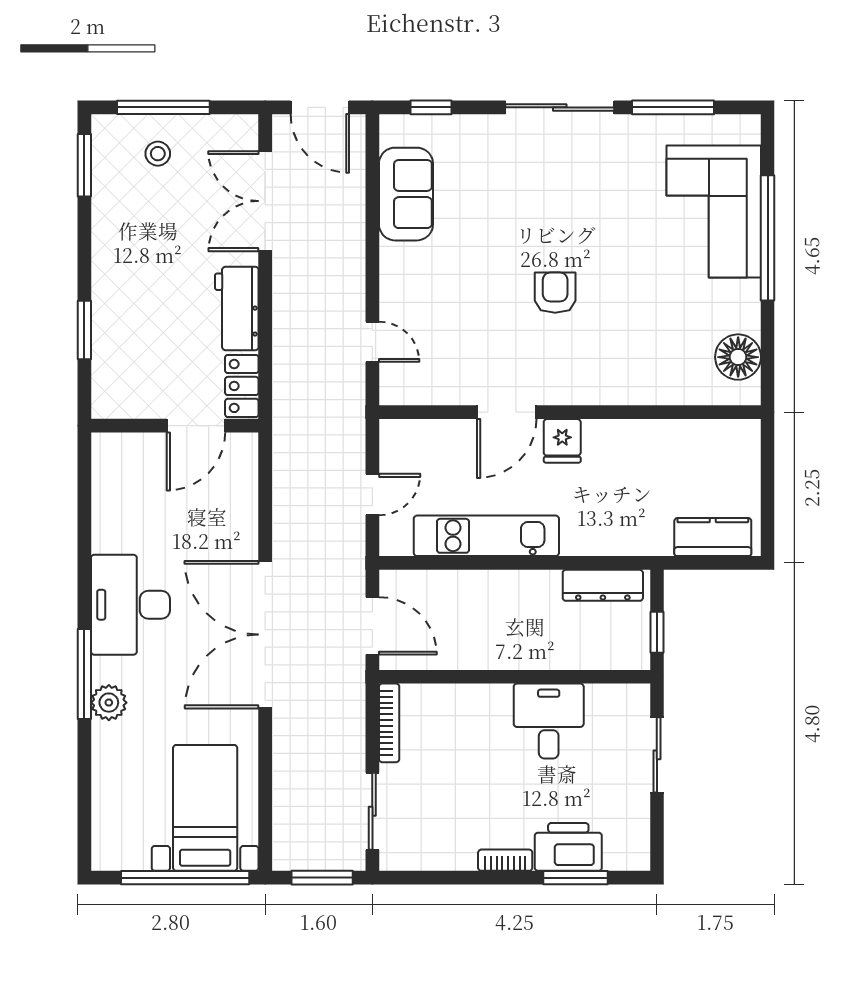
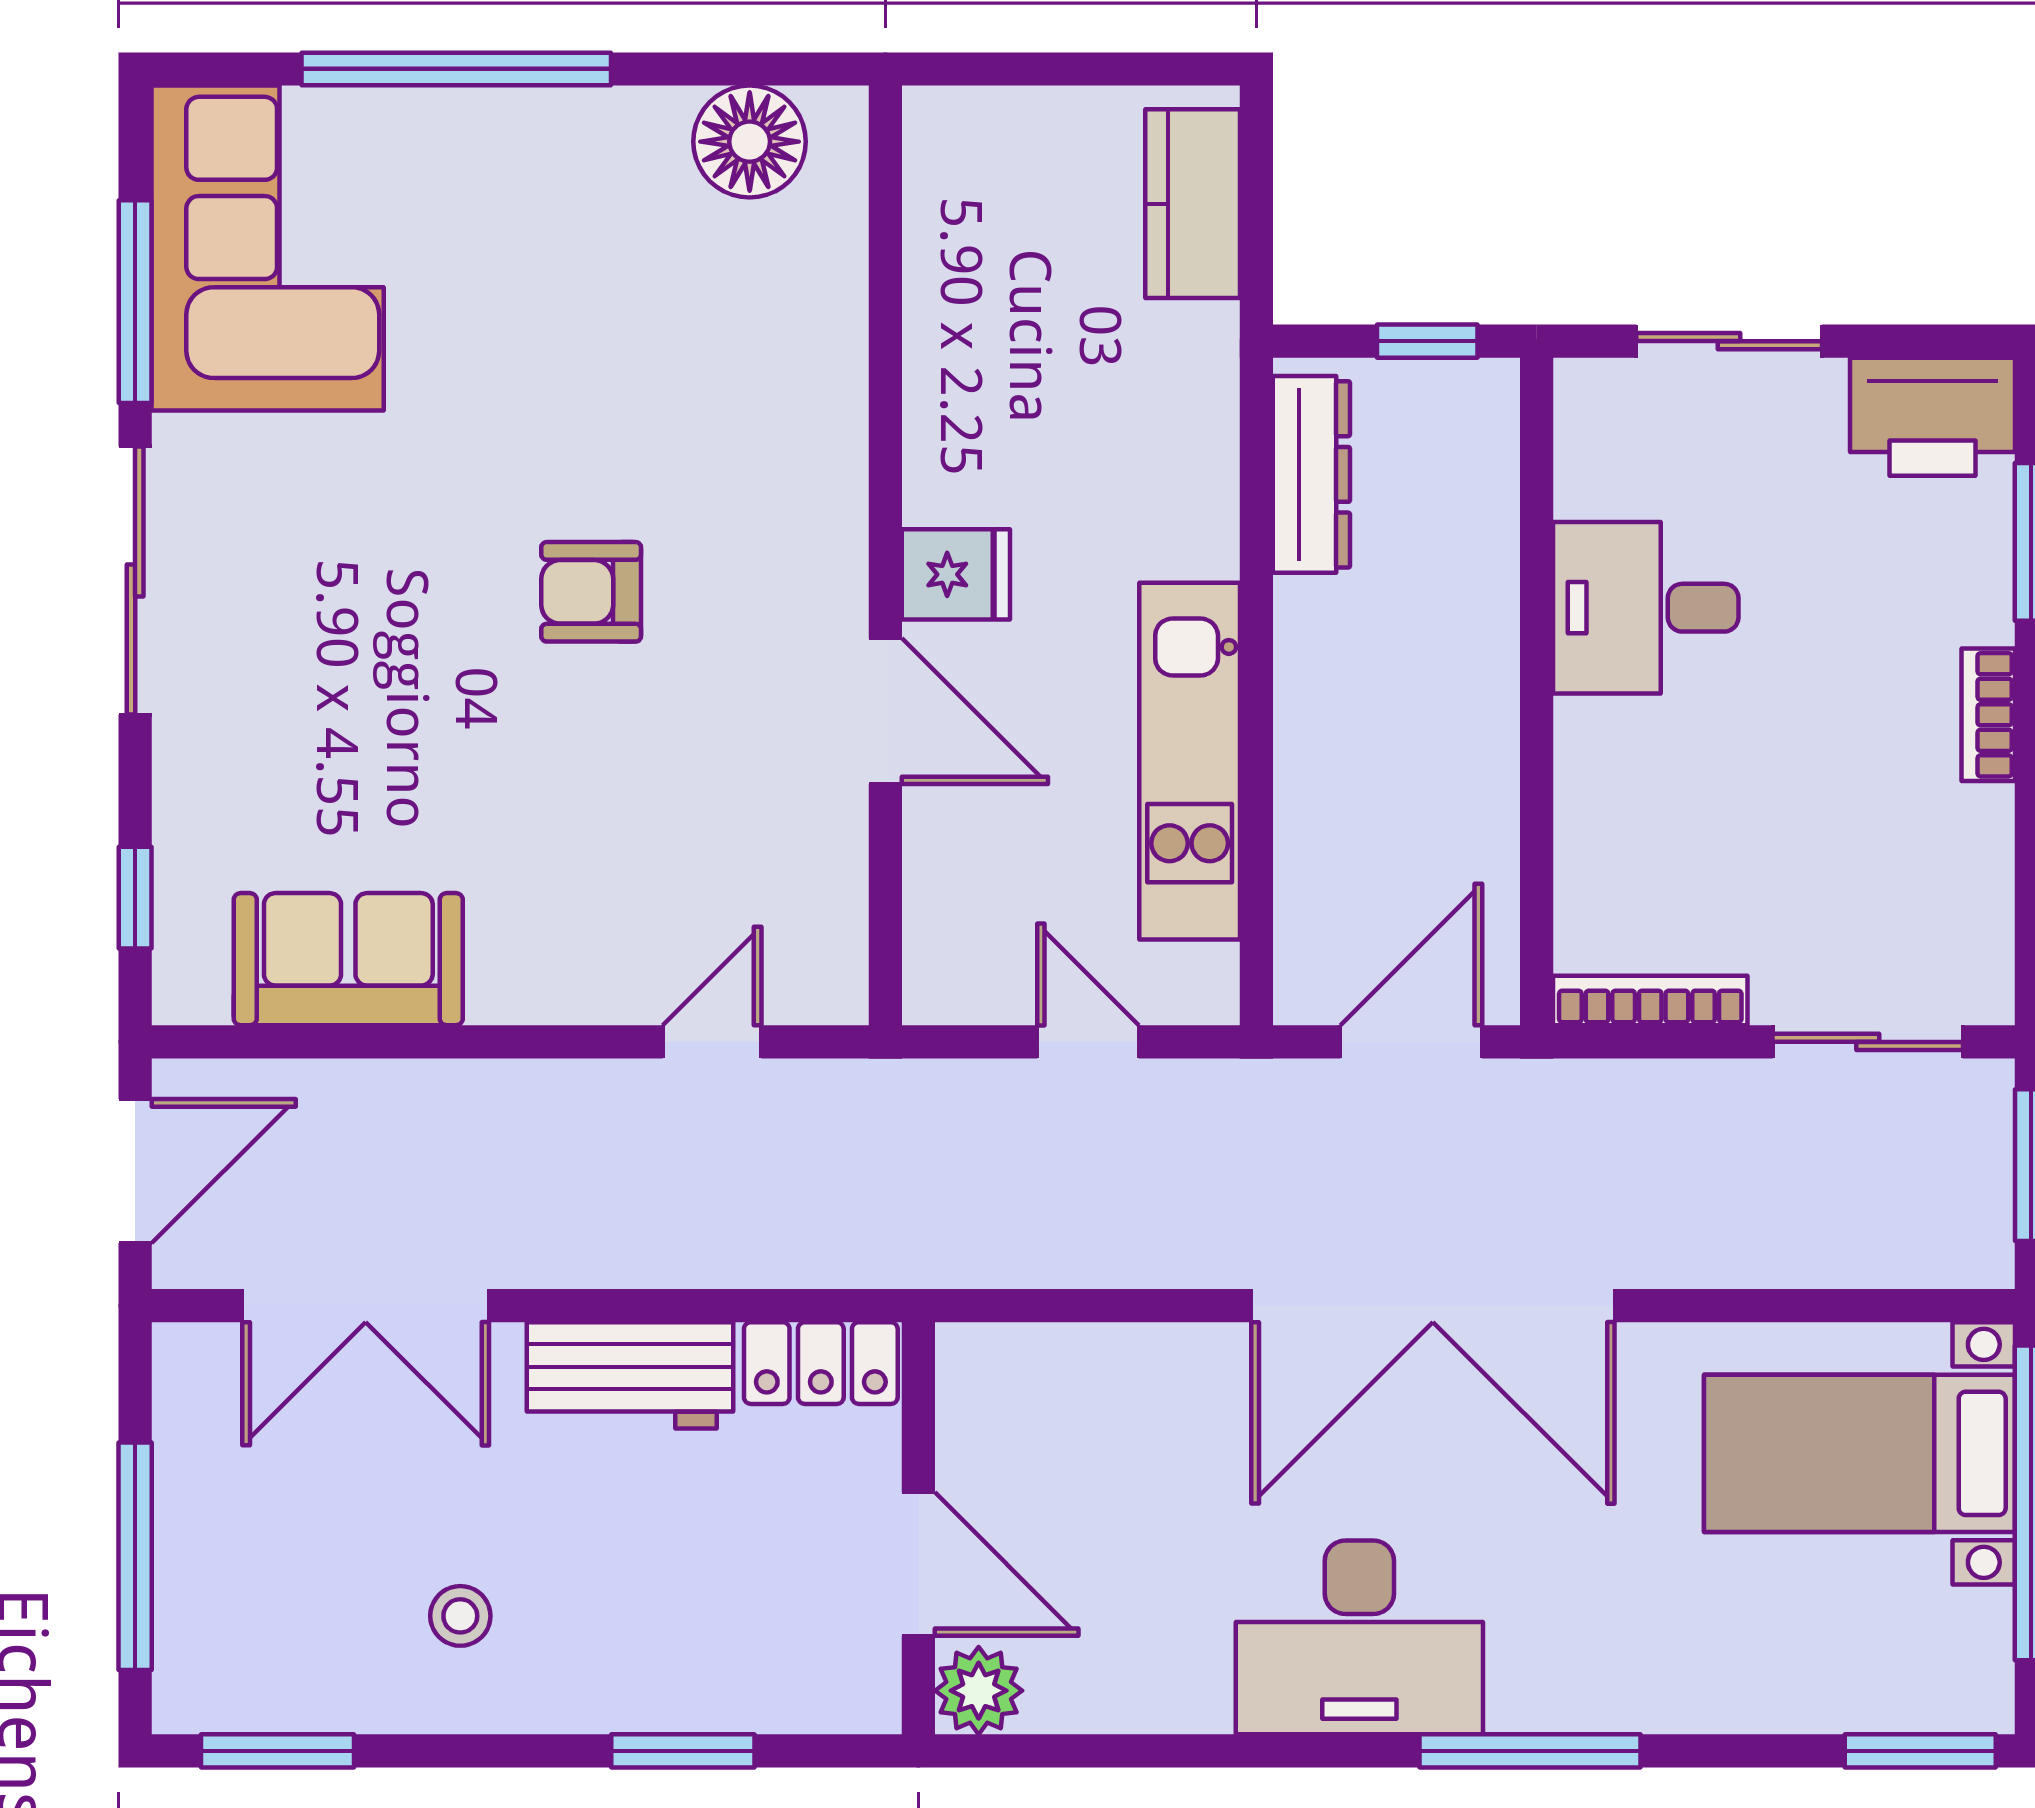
stool: (158, 154) -> (460, 1616), moved
corner sofa: (714, 212) -> (268, 248), moved, turned -90
door: (196, 426) -> (918, 1564), moved
plant: (109, 703) -> (979, 1691), moved
window: (84, 833) -> (1920, 1751), added
printer: (568, 847) -> (1933, 417), moved, turned -90

